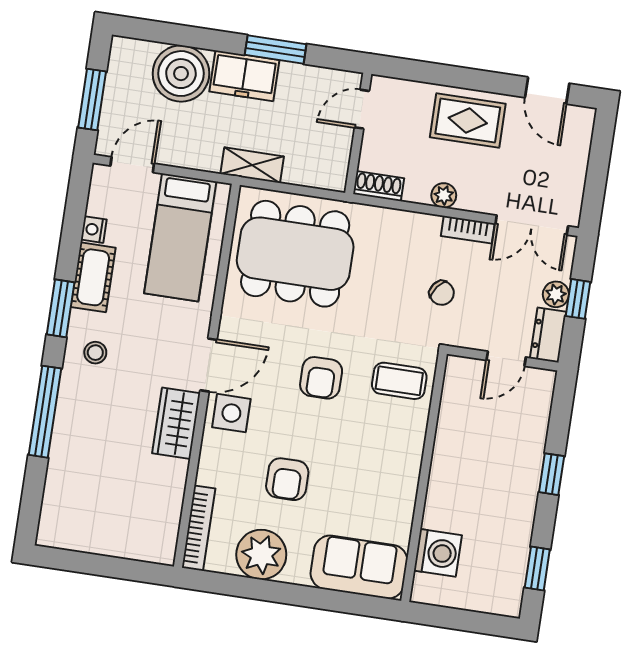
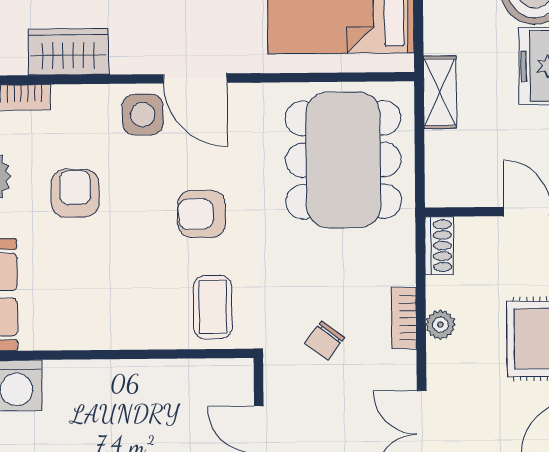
bookcase: (468, 230) -> (404, 318), moved
wardrobe: (176, 423) -> (68, 52), moved
armchair: (287, 479) -> (75, 193), turned 90

